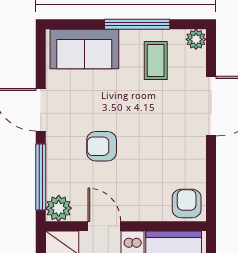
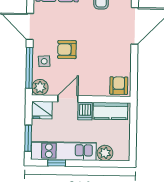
side table: (65, 166) -> (44, 61), added
door: (104, 226) -> (68, 99), hinge flipped

